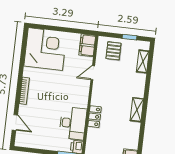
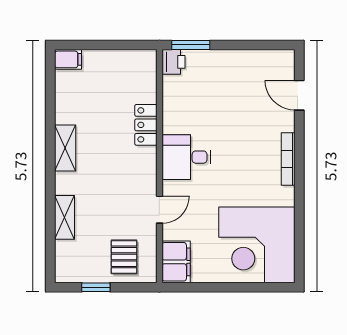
shelving: (143, 61) -> (65, 217), moved
desk: (73, 123) -> (186, 157), moved, width x0.73

